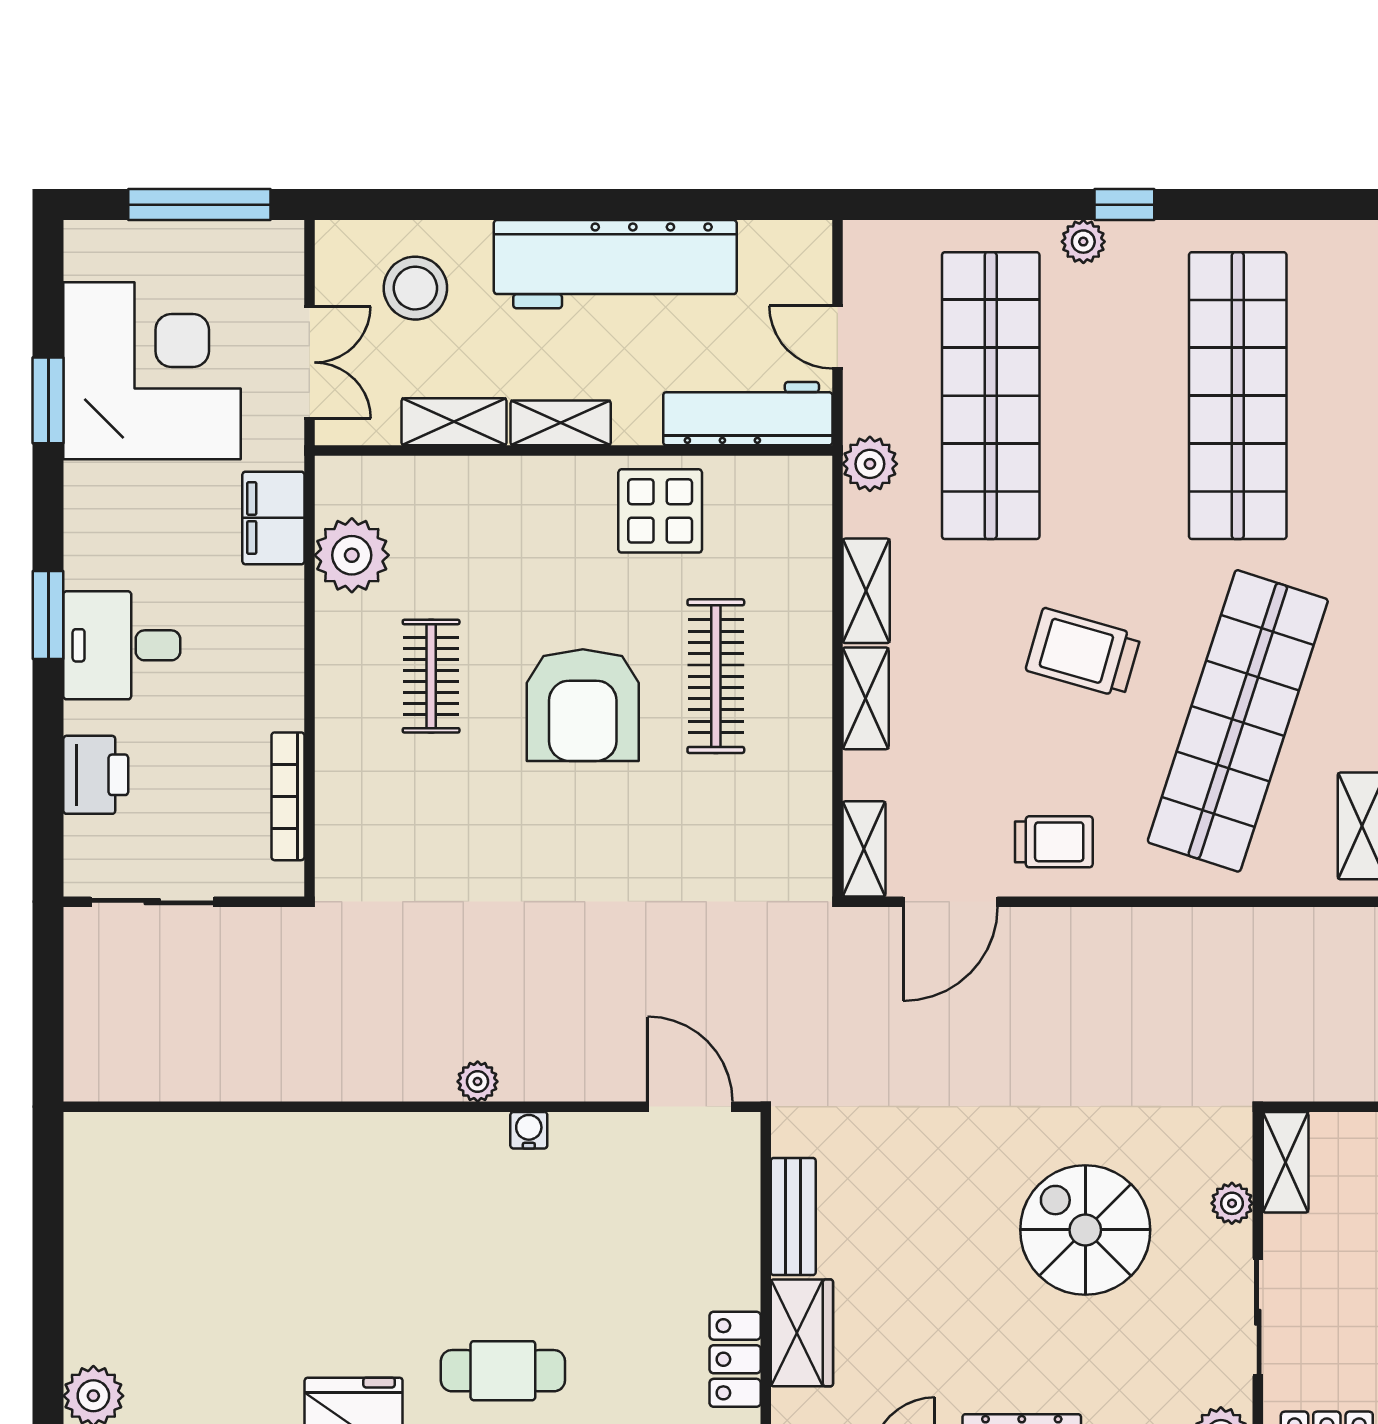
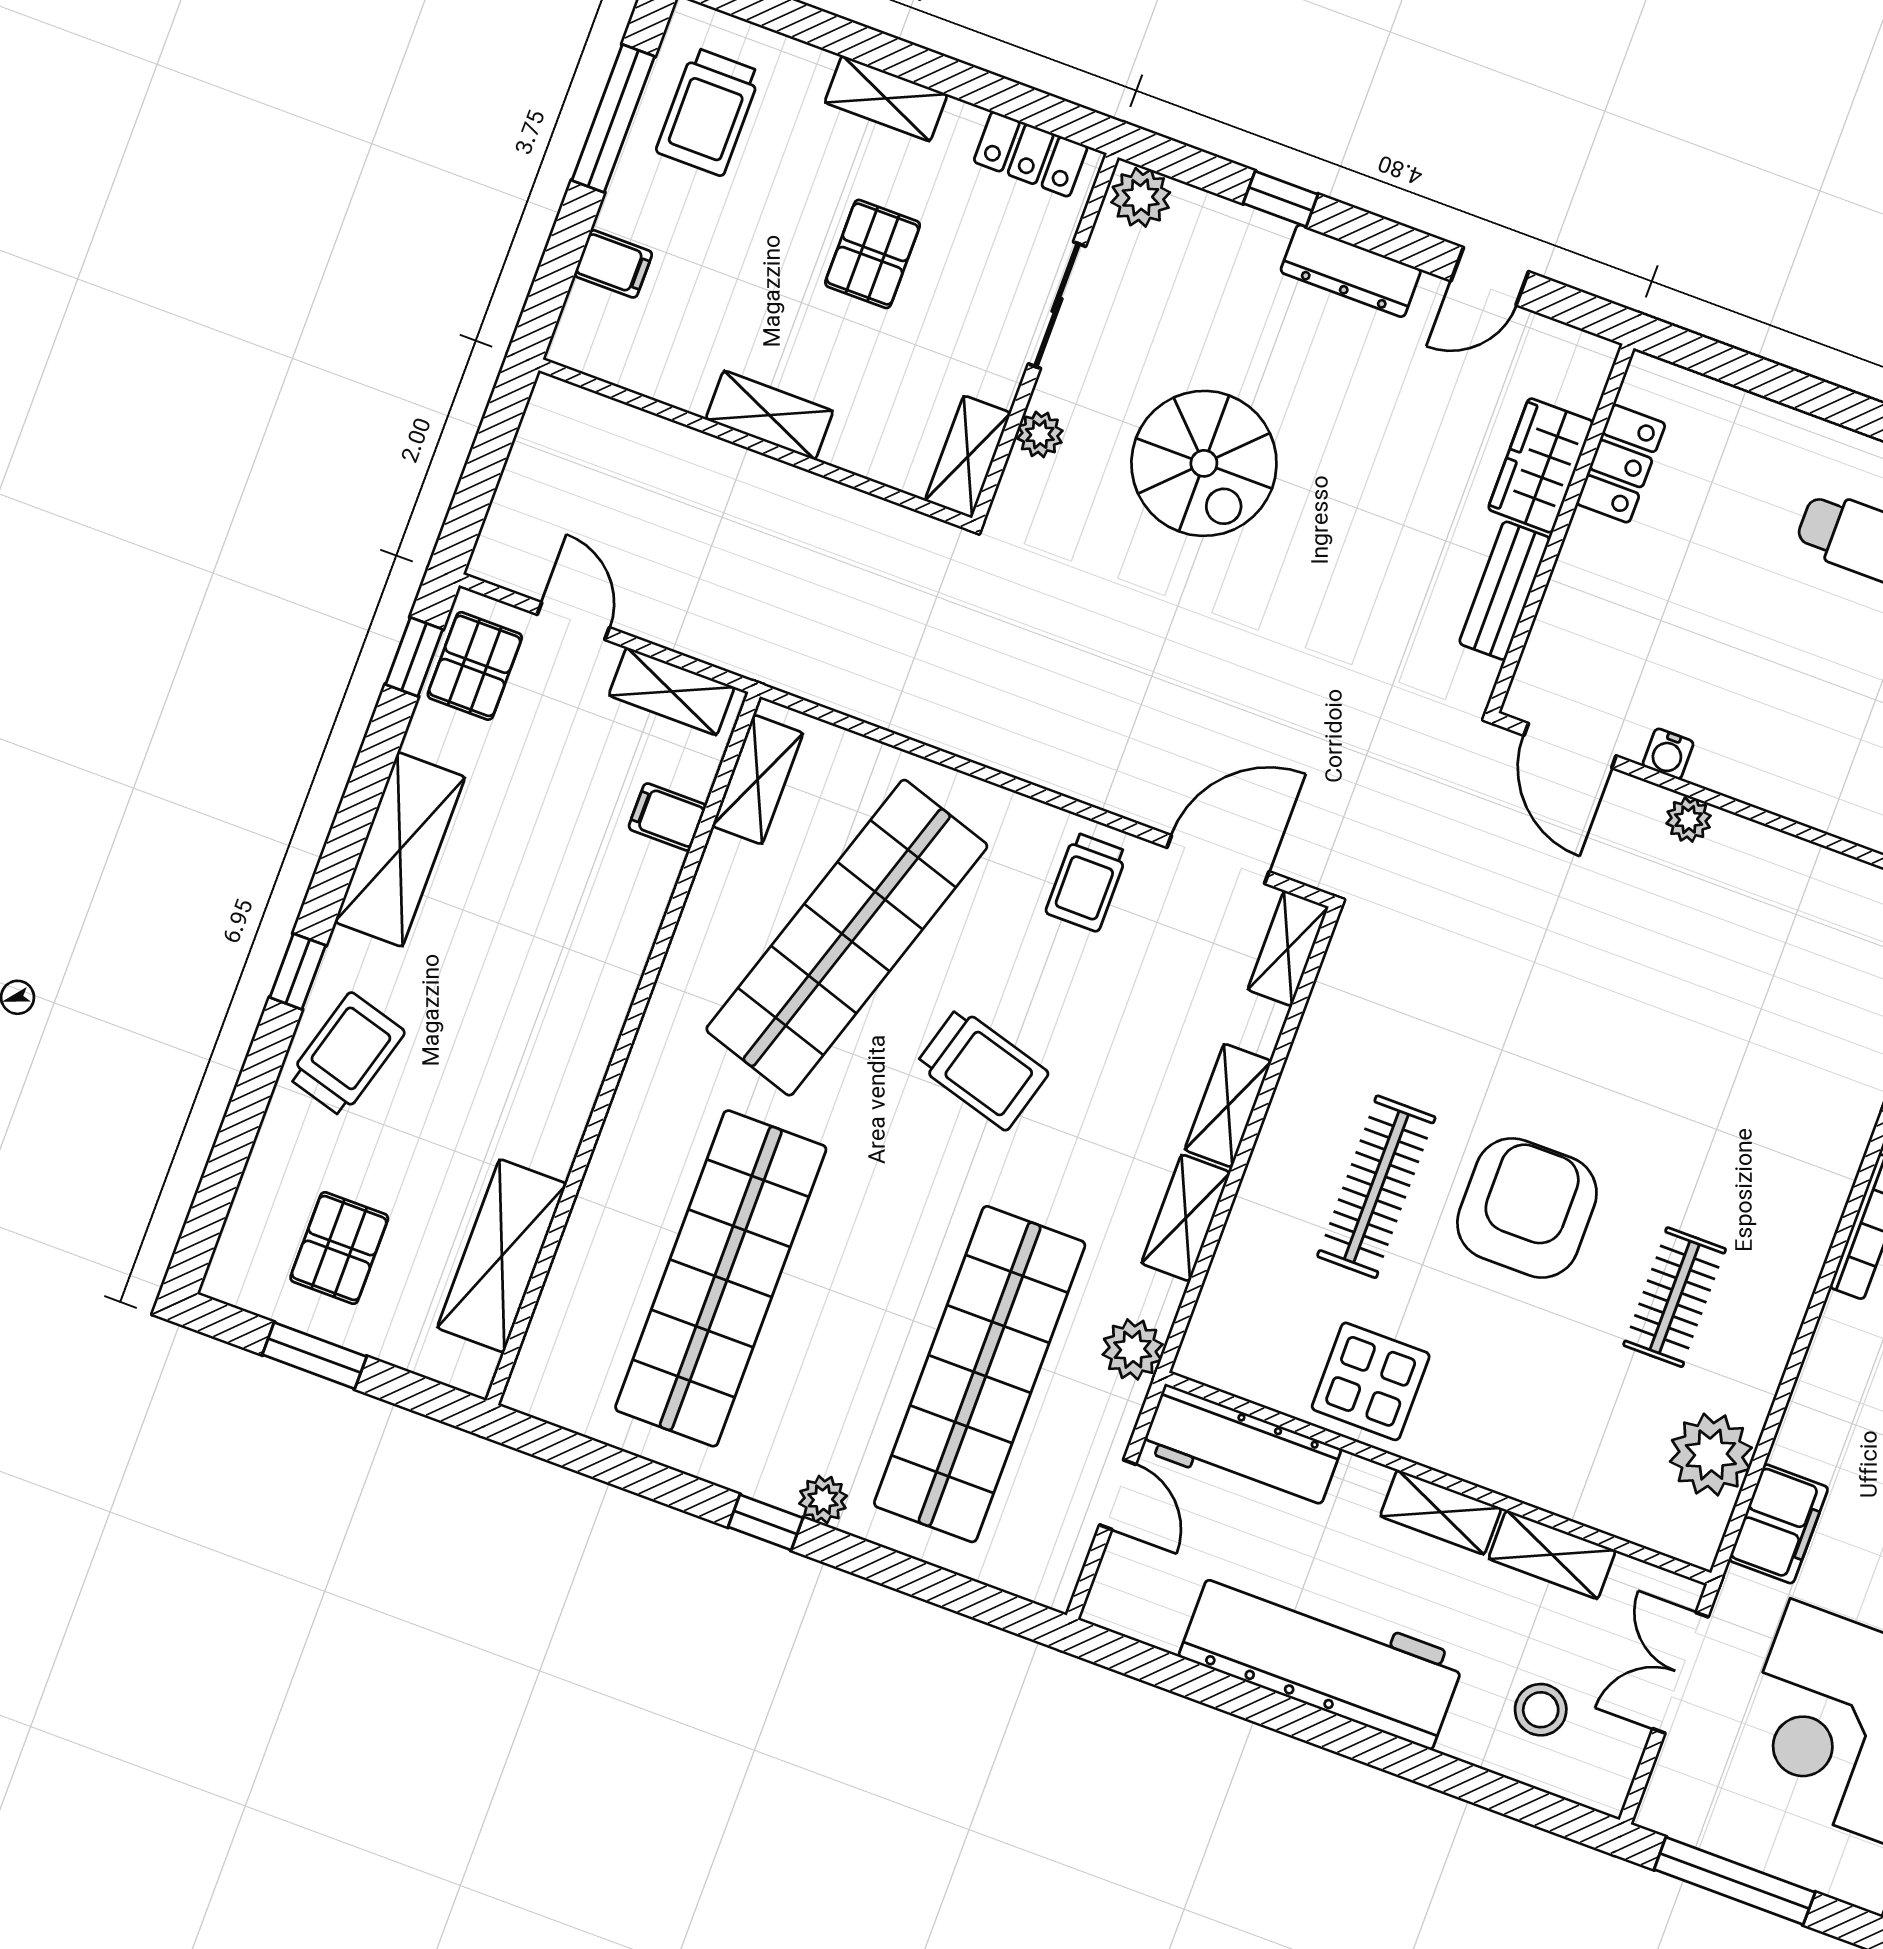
stool: (415, 288) -> (1541, 1710), width x0.73, depth x0.73
trolley: (1054, 842) -> (1086, 882), turned -90
plant: (478, 1081) -> (1689, 820), moved
water cooler: (529, 1130) -> (1668, 754), moved

